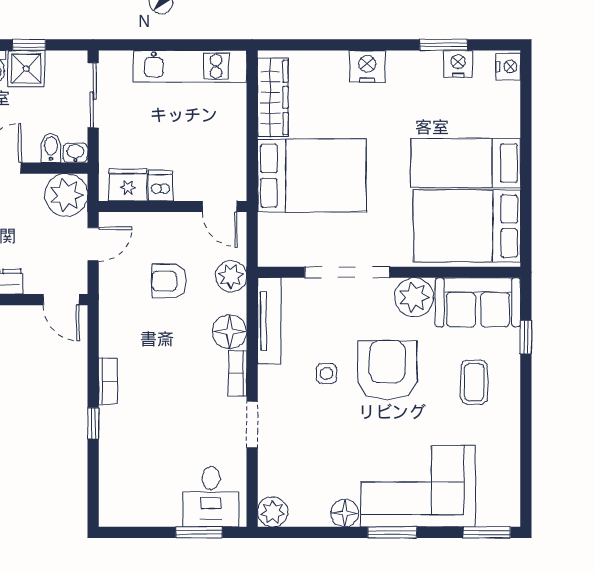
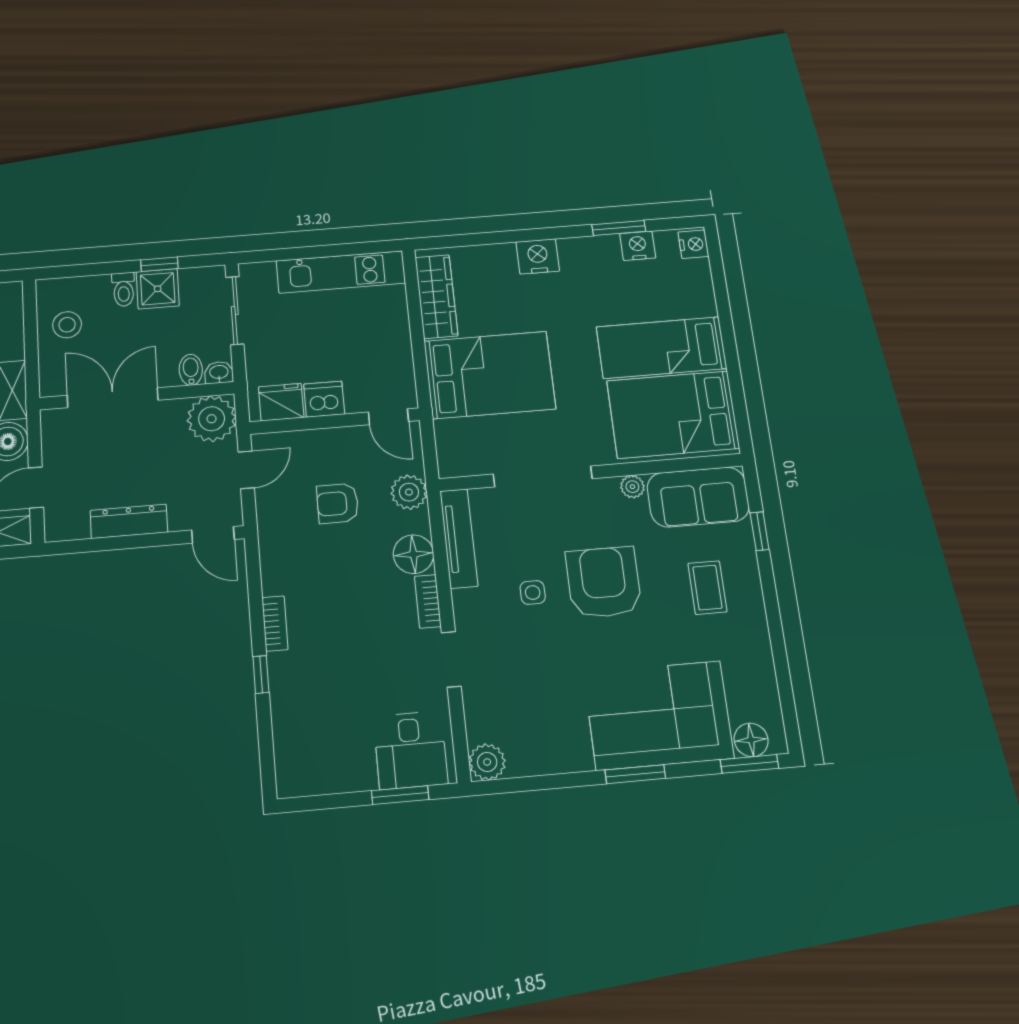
dishwasher: (161, 185) -> (324, 399), width x1.38
plant: (414, 297) -> (632, 487), width x0.53, depth x0.53
floor lamp: (345, 513) -> (751, 740), moved

